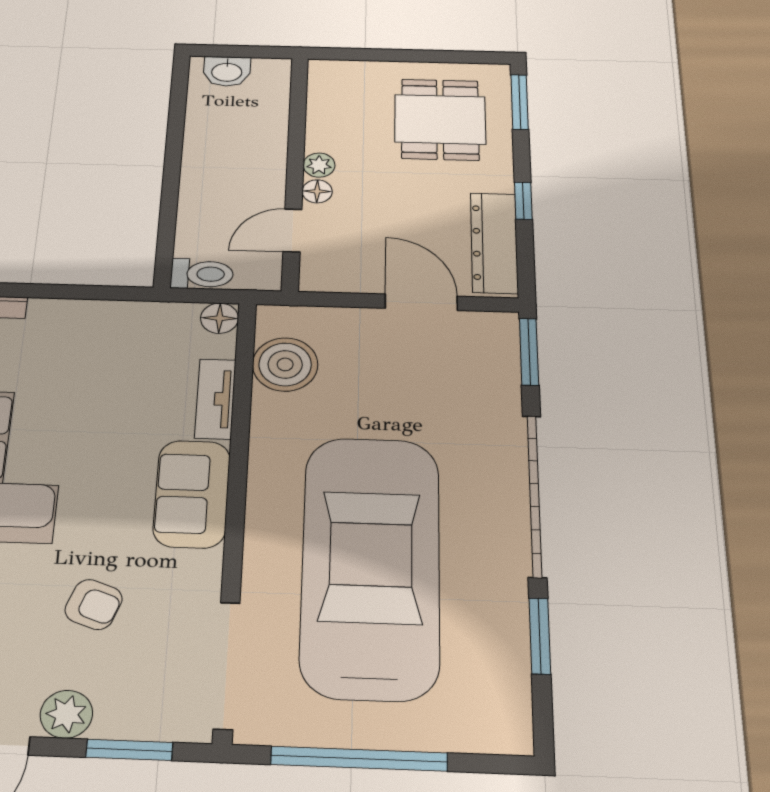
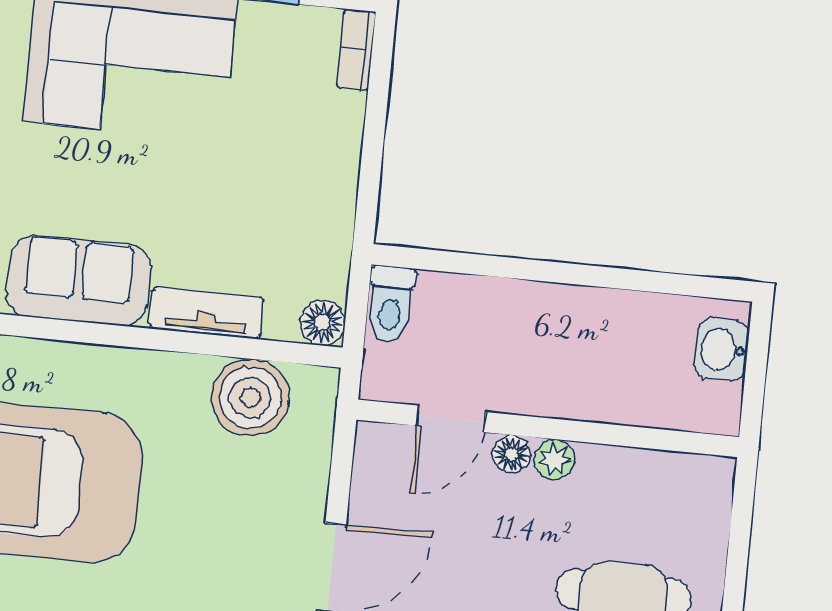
door: (292, 230) -> (451, 419), swing flipped

